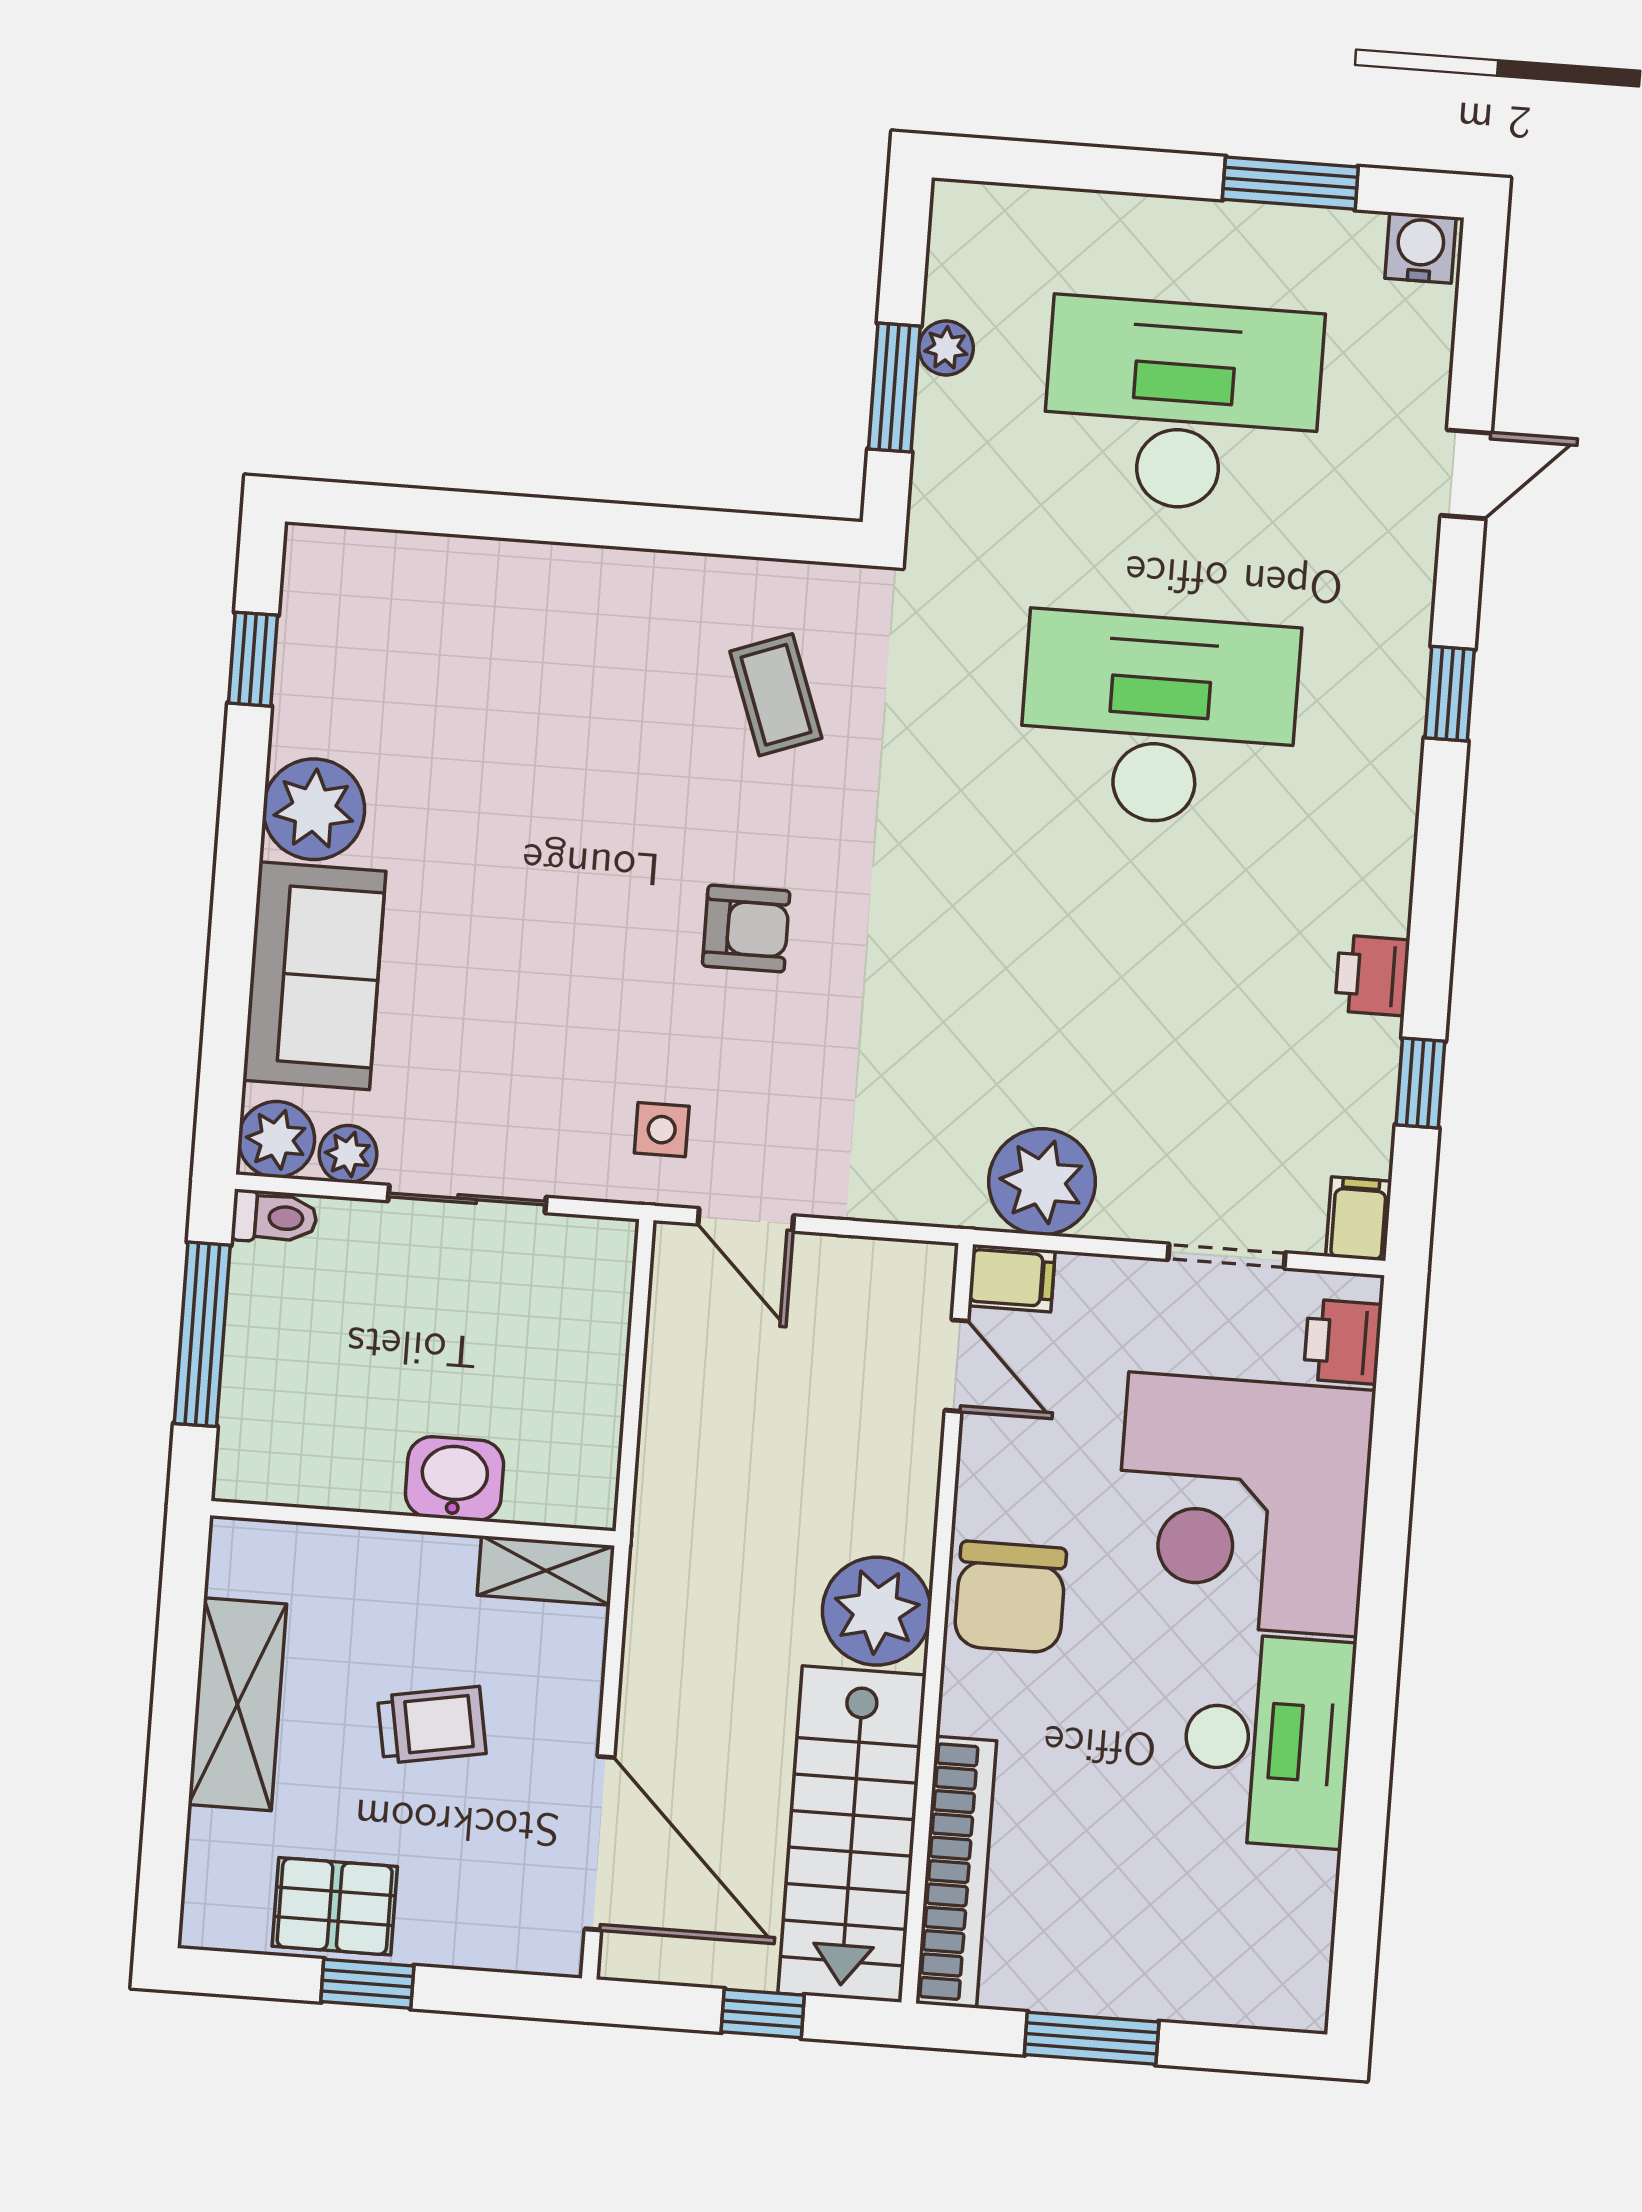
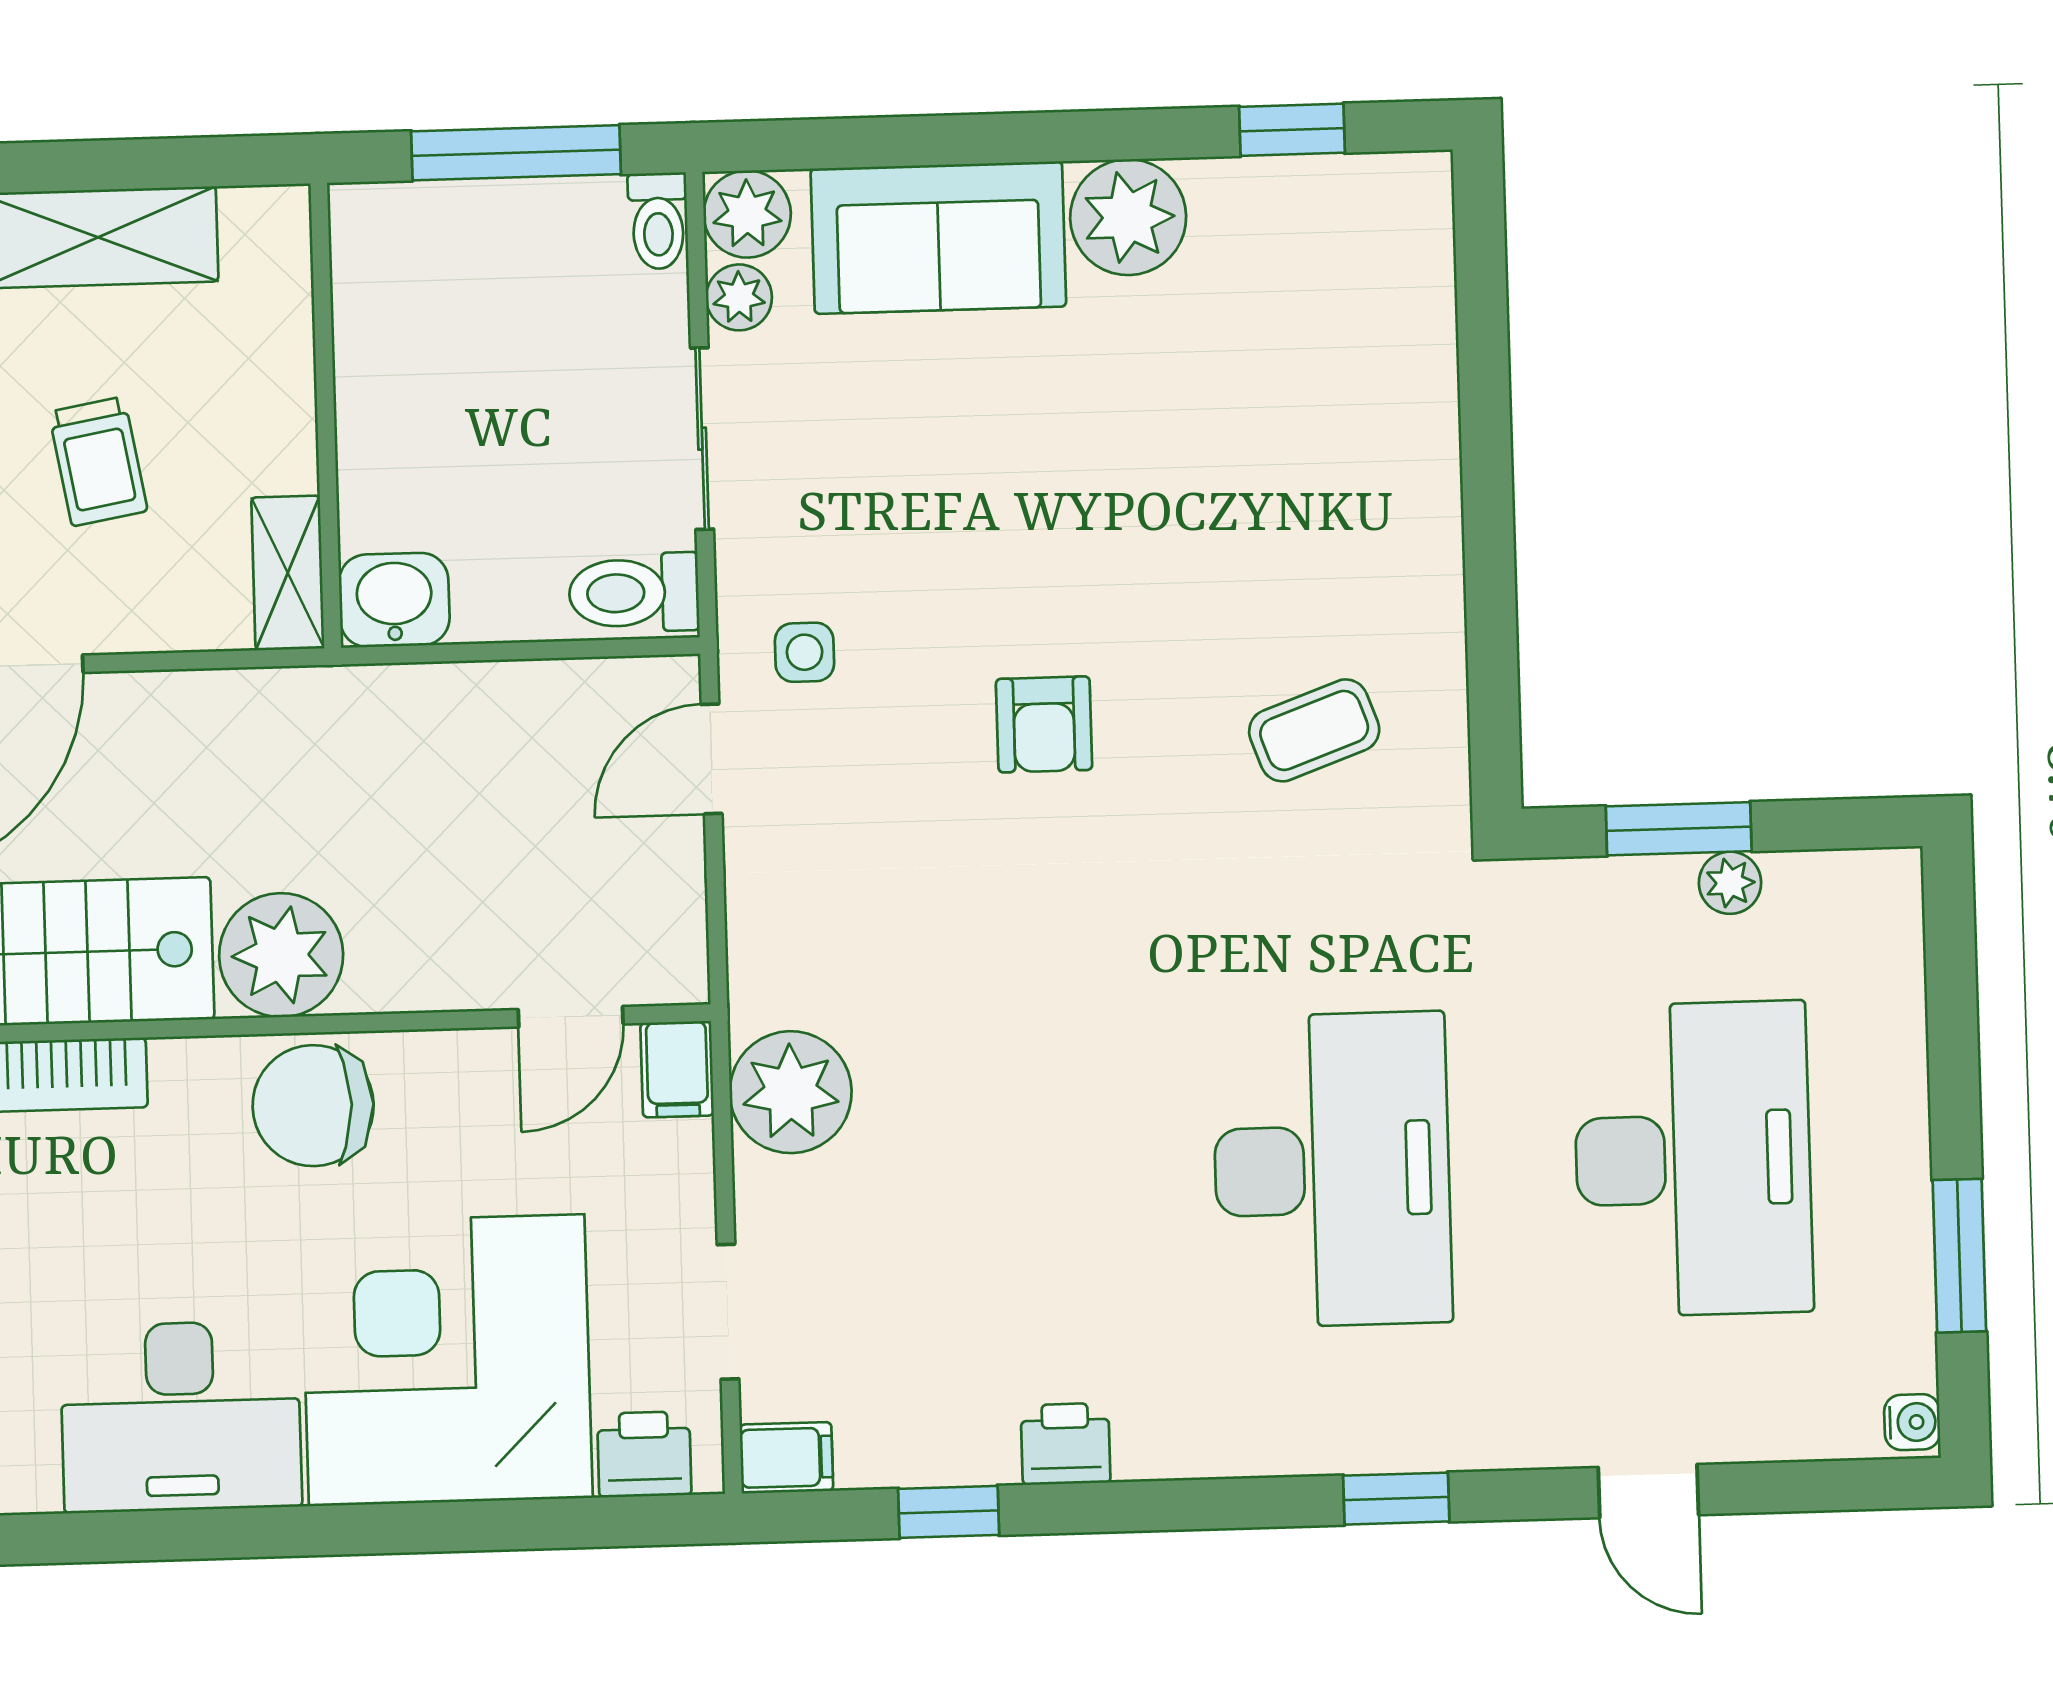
water cooler: (1420, 248) -> (1912, 1422), width x0.72, depth x0.72
toilet: (595, 1272) -> (634, 593), added
washbasin: (454, 1479) -> (394, 600), moved, turned -90

